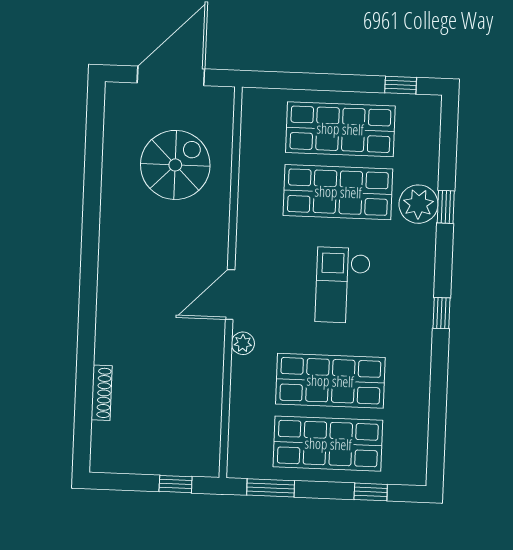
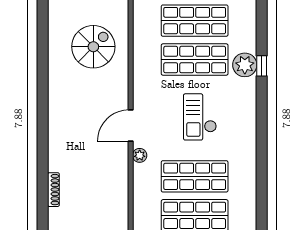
window: (442, 313) -> (262, 132), removed

